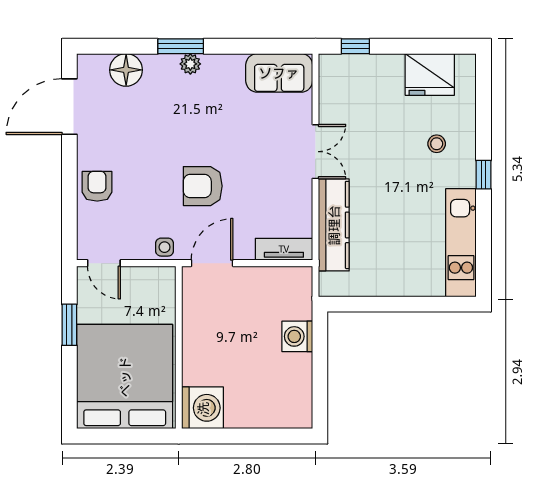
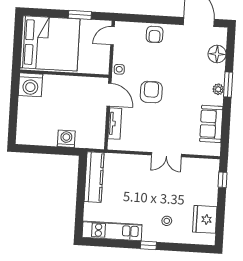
sofa: (279, 73) -> (211, 124), moved
armchair: (97, 186) -> (155, 34), turned 90
kitchen counter: (334, 225) -> (94, 177), moved, turned -90
tv unit: (284, 249) -> (115, 124), moved

